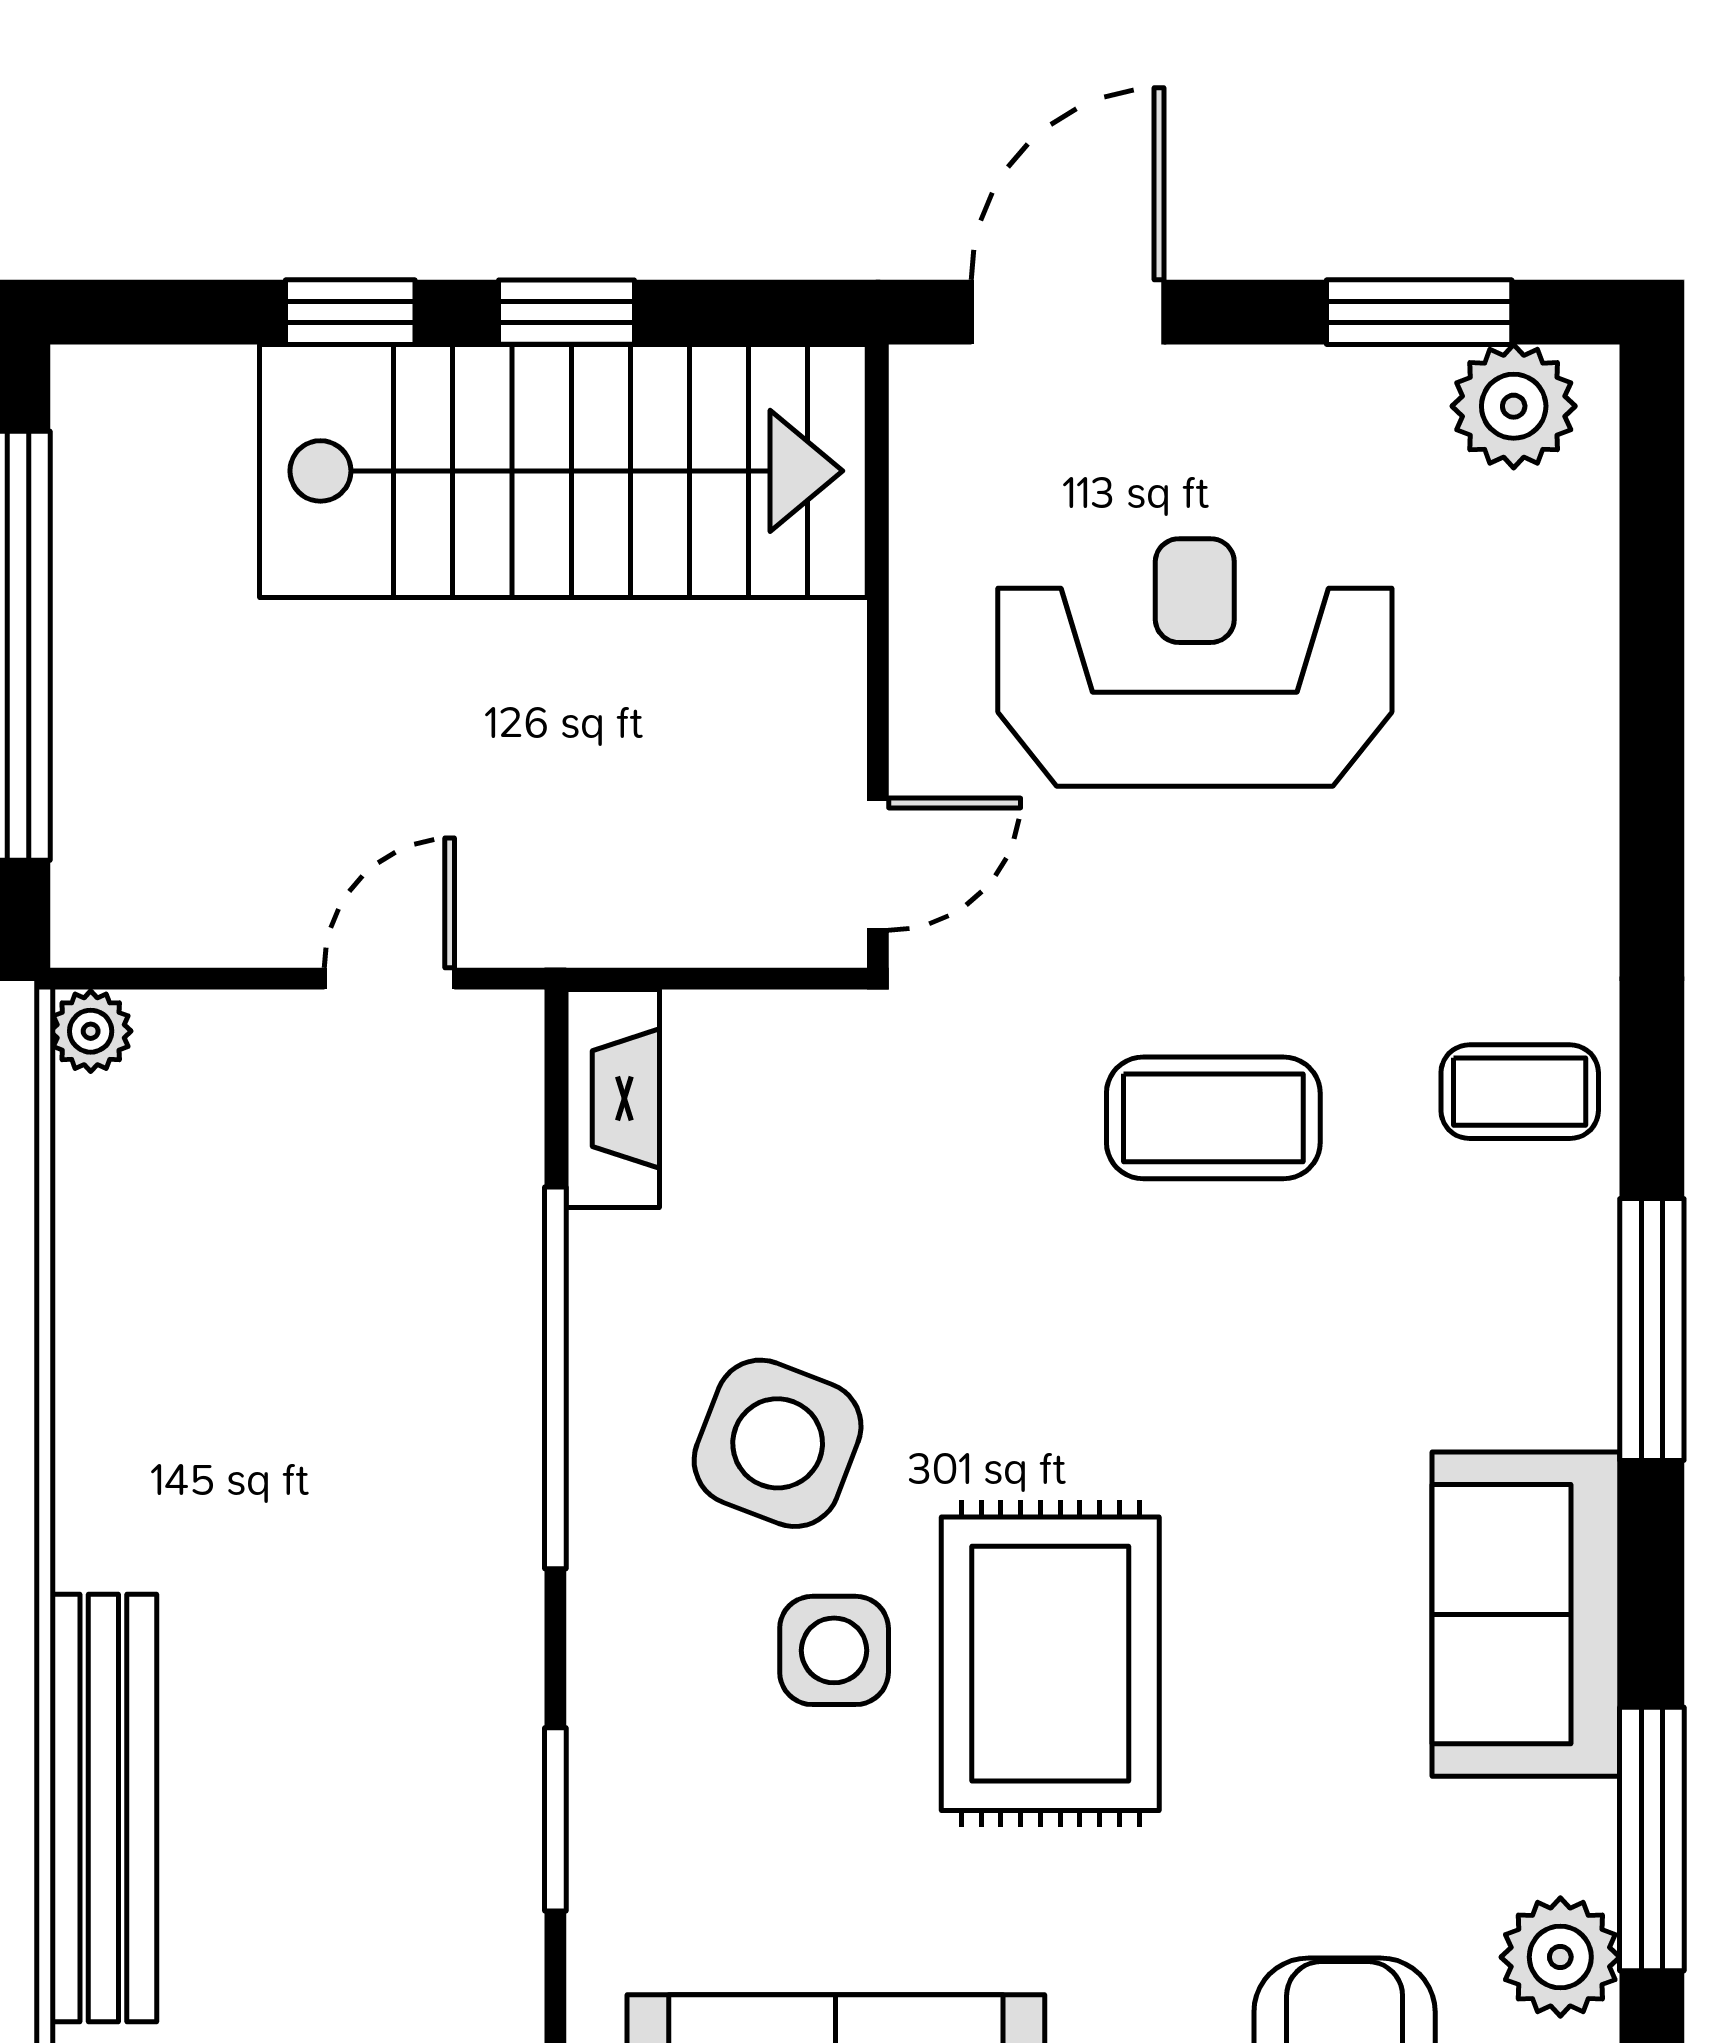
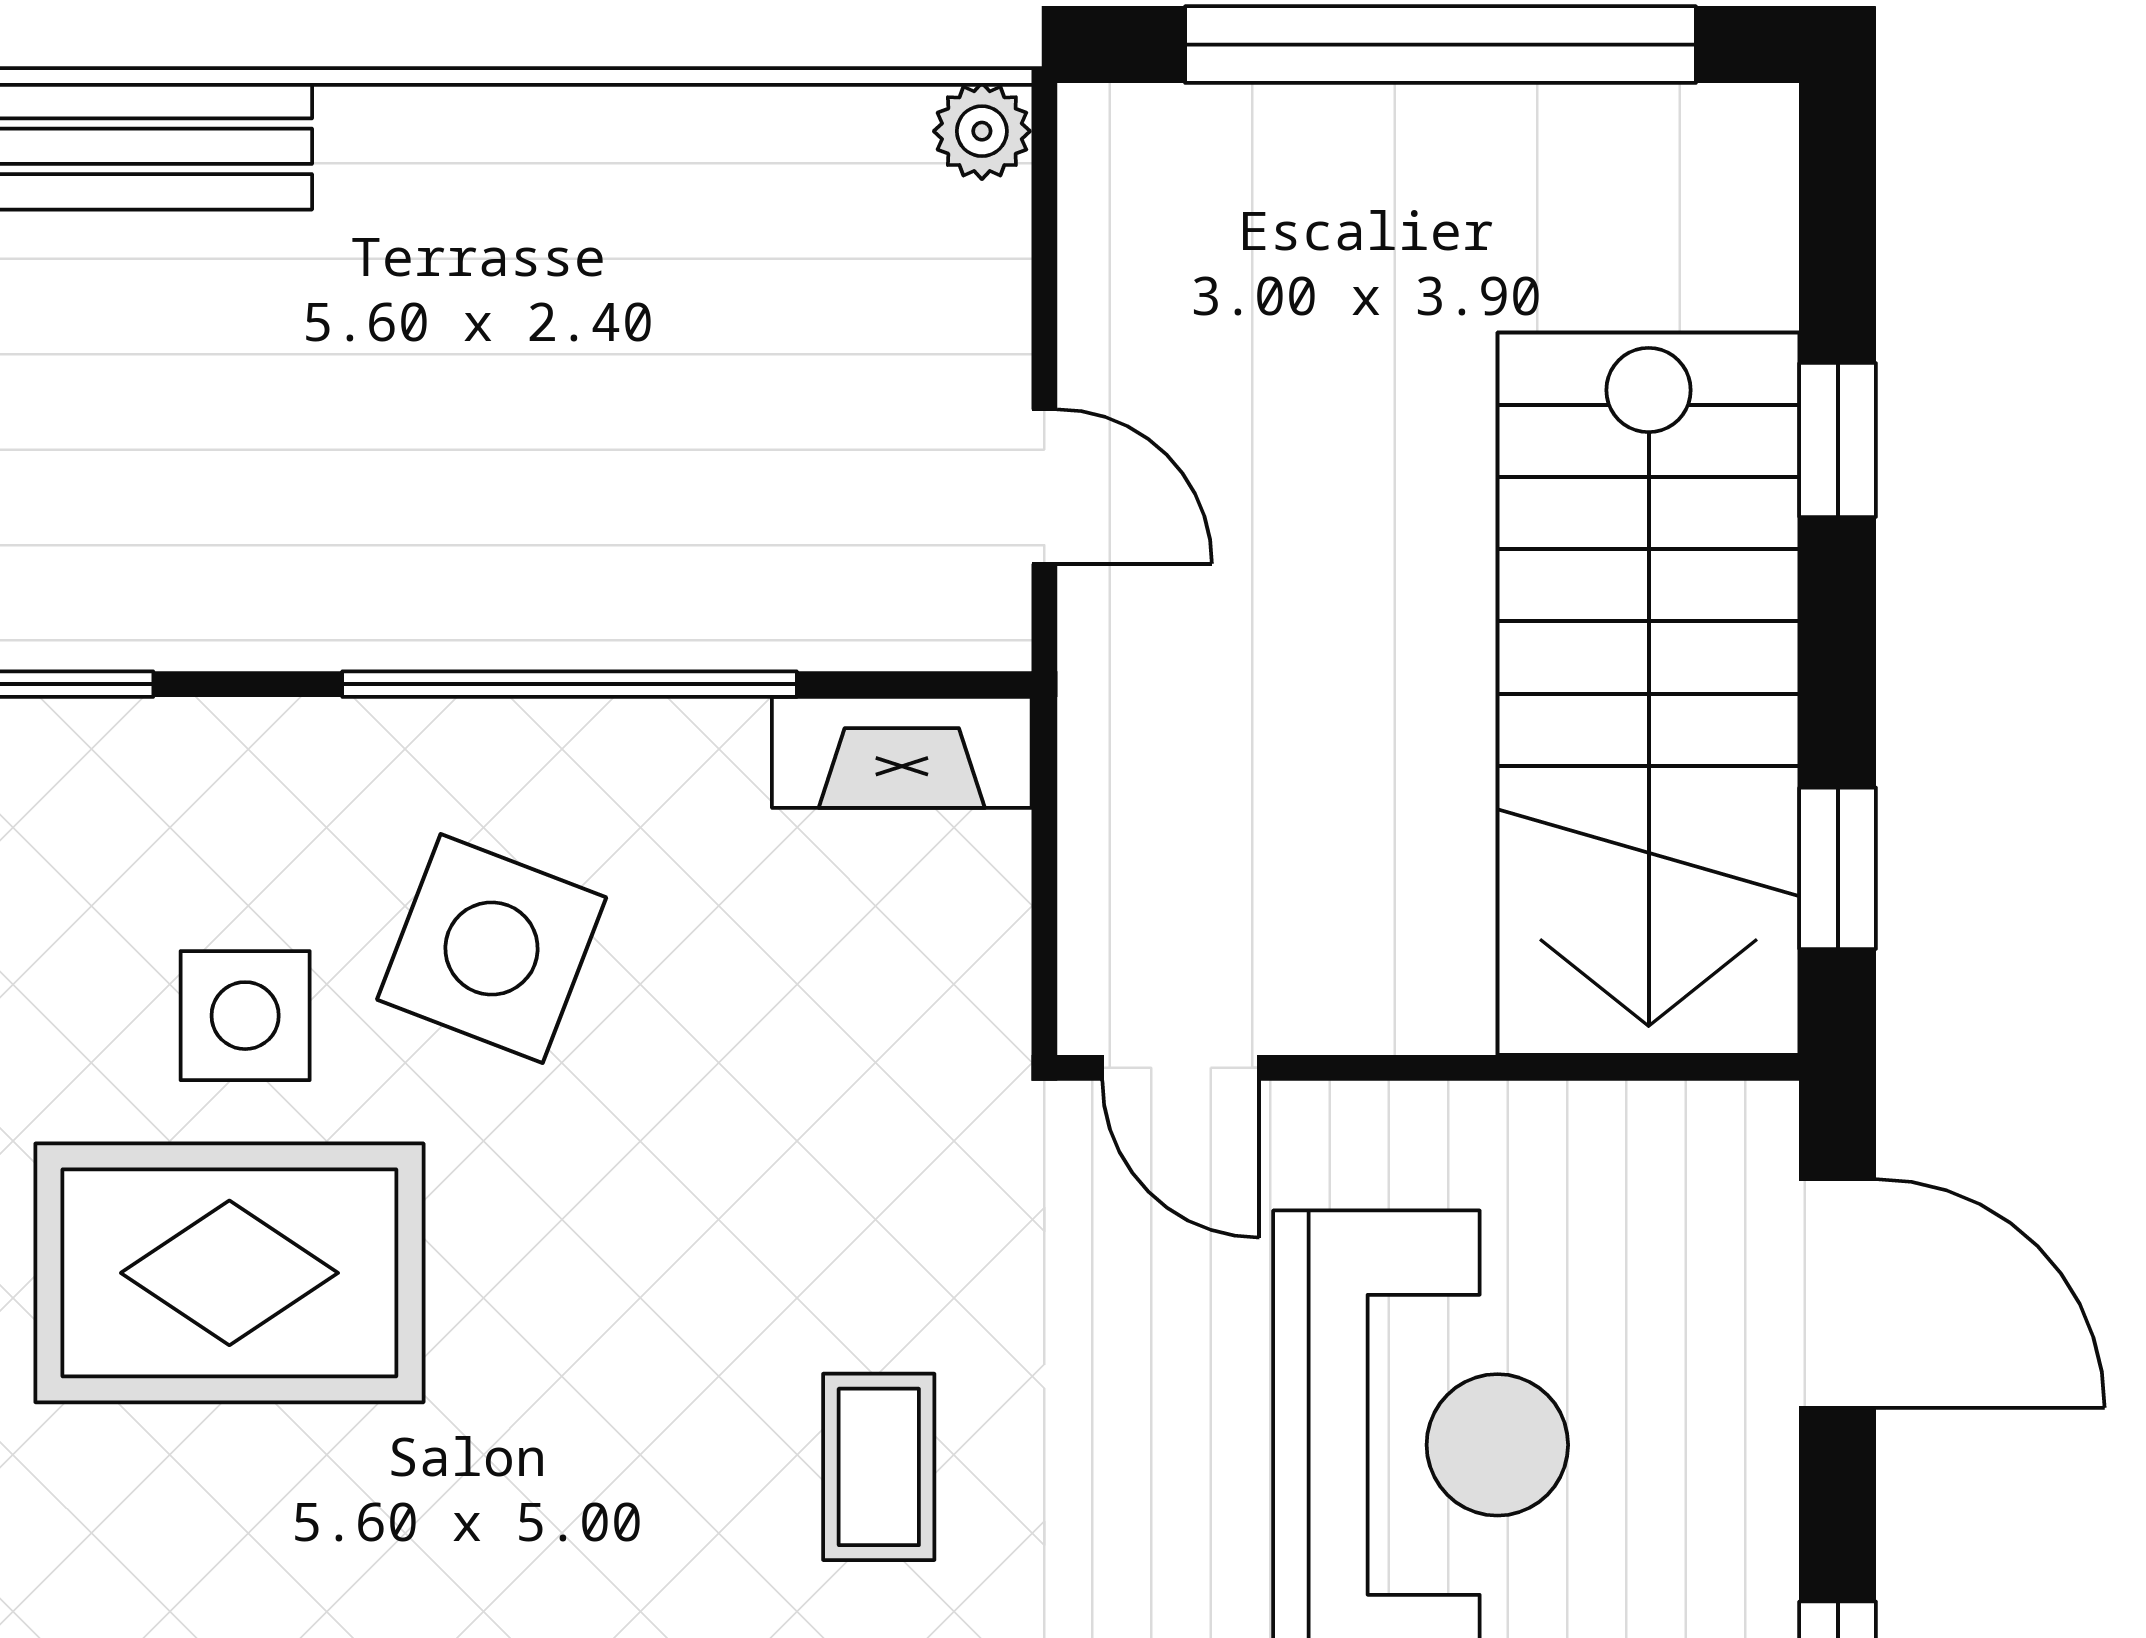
window: (566, 312) -> (1838, 868), moved
coffee table: (1213, 1118) -> (879, 1467), width x0.73, depth x0.77

